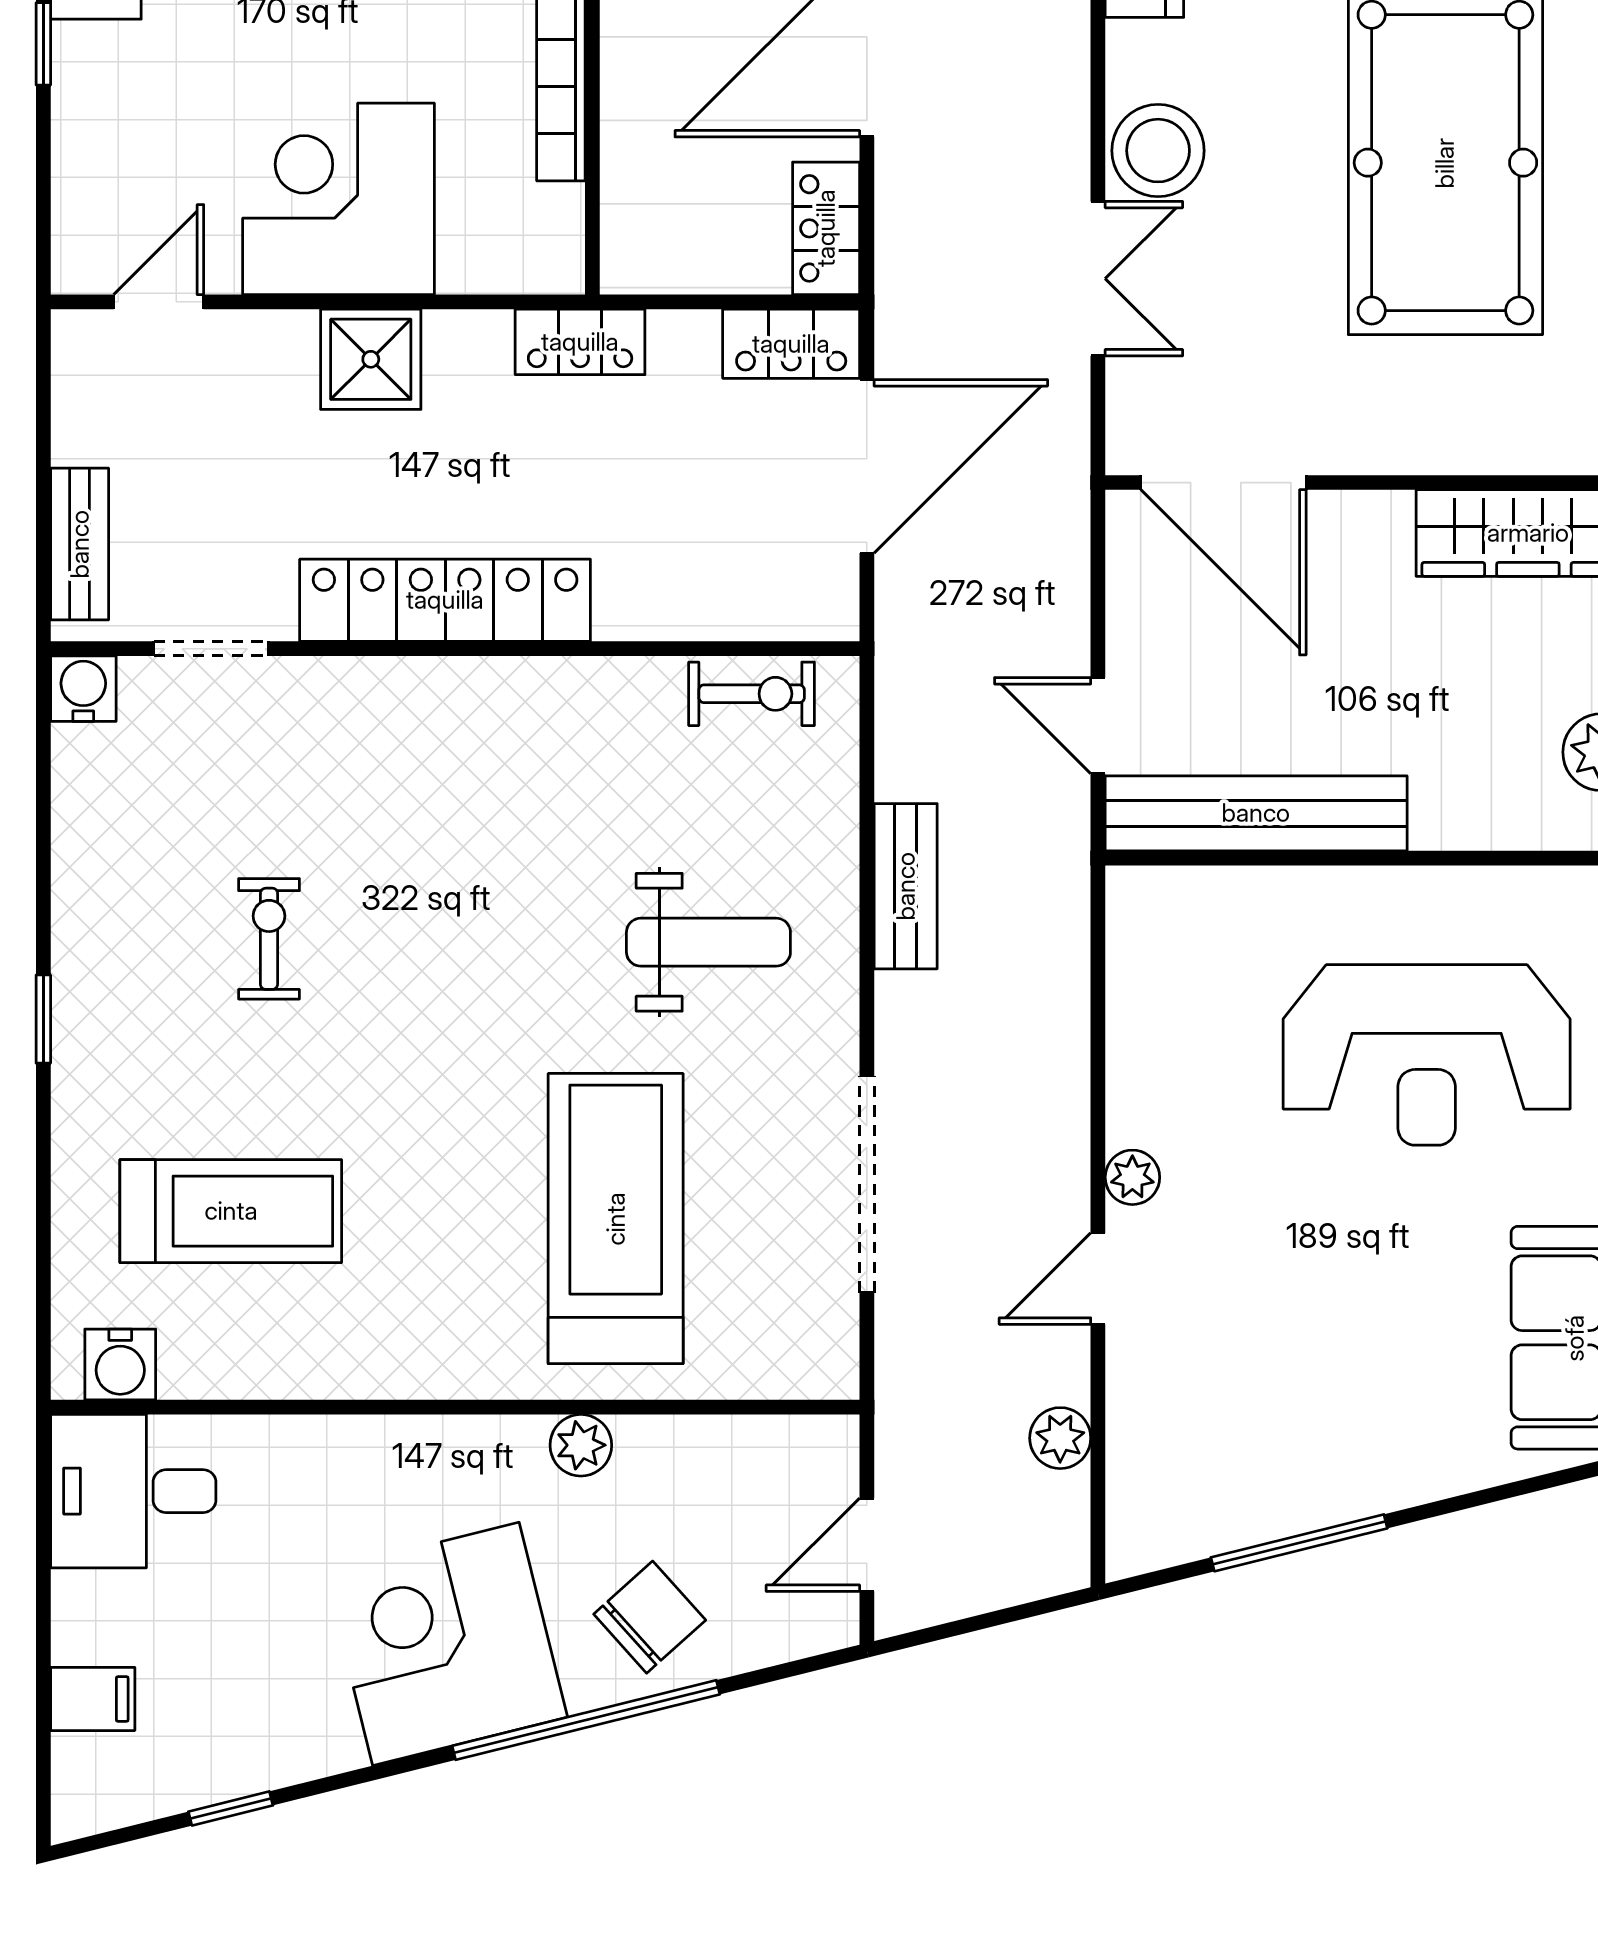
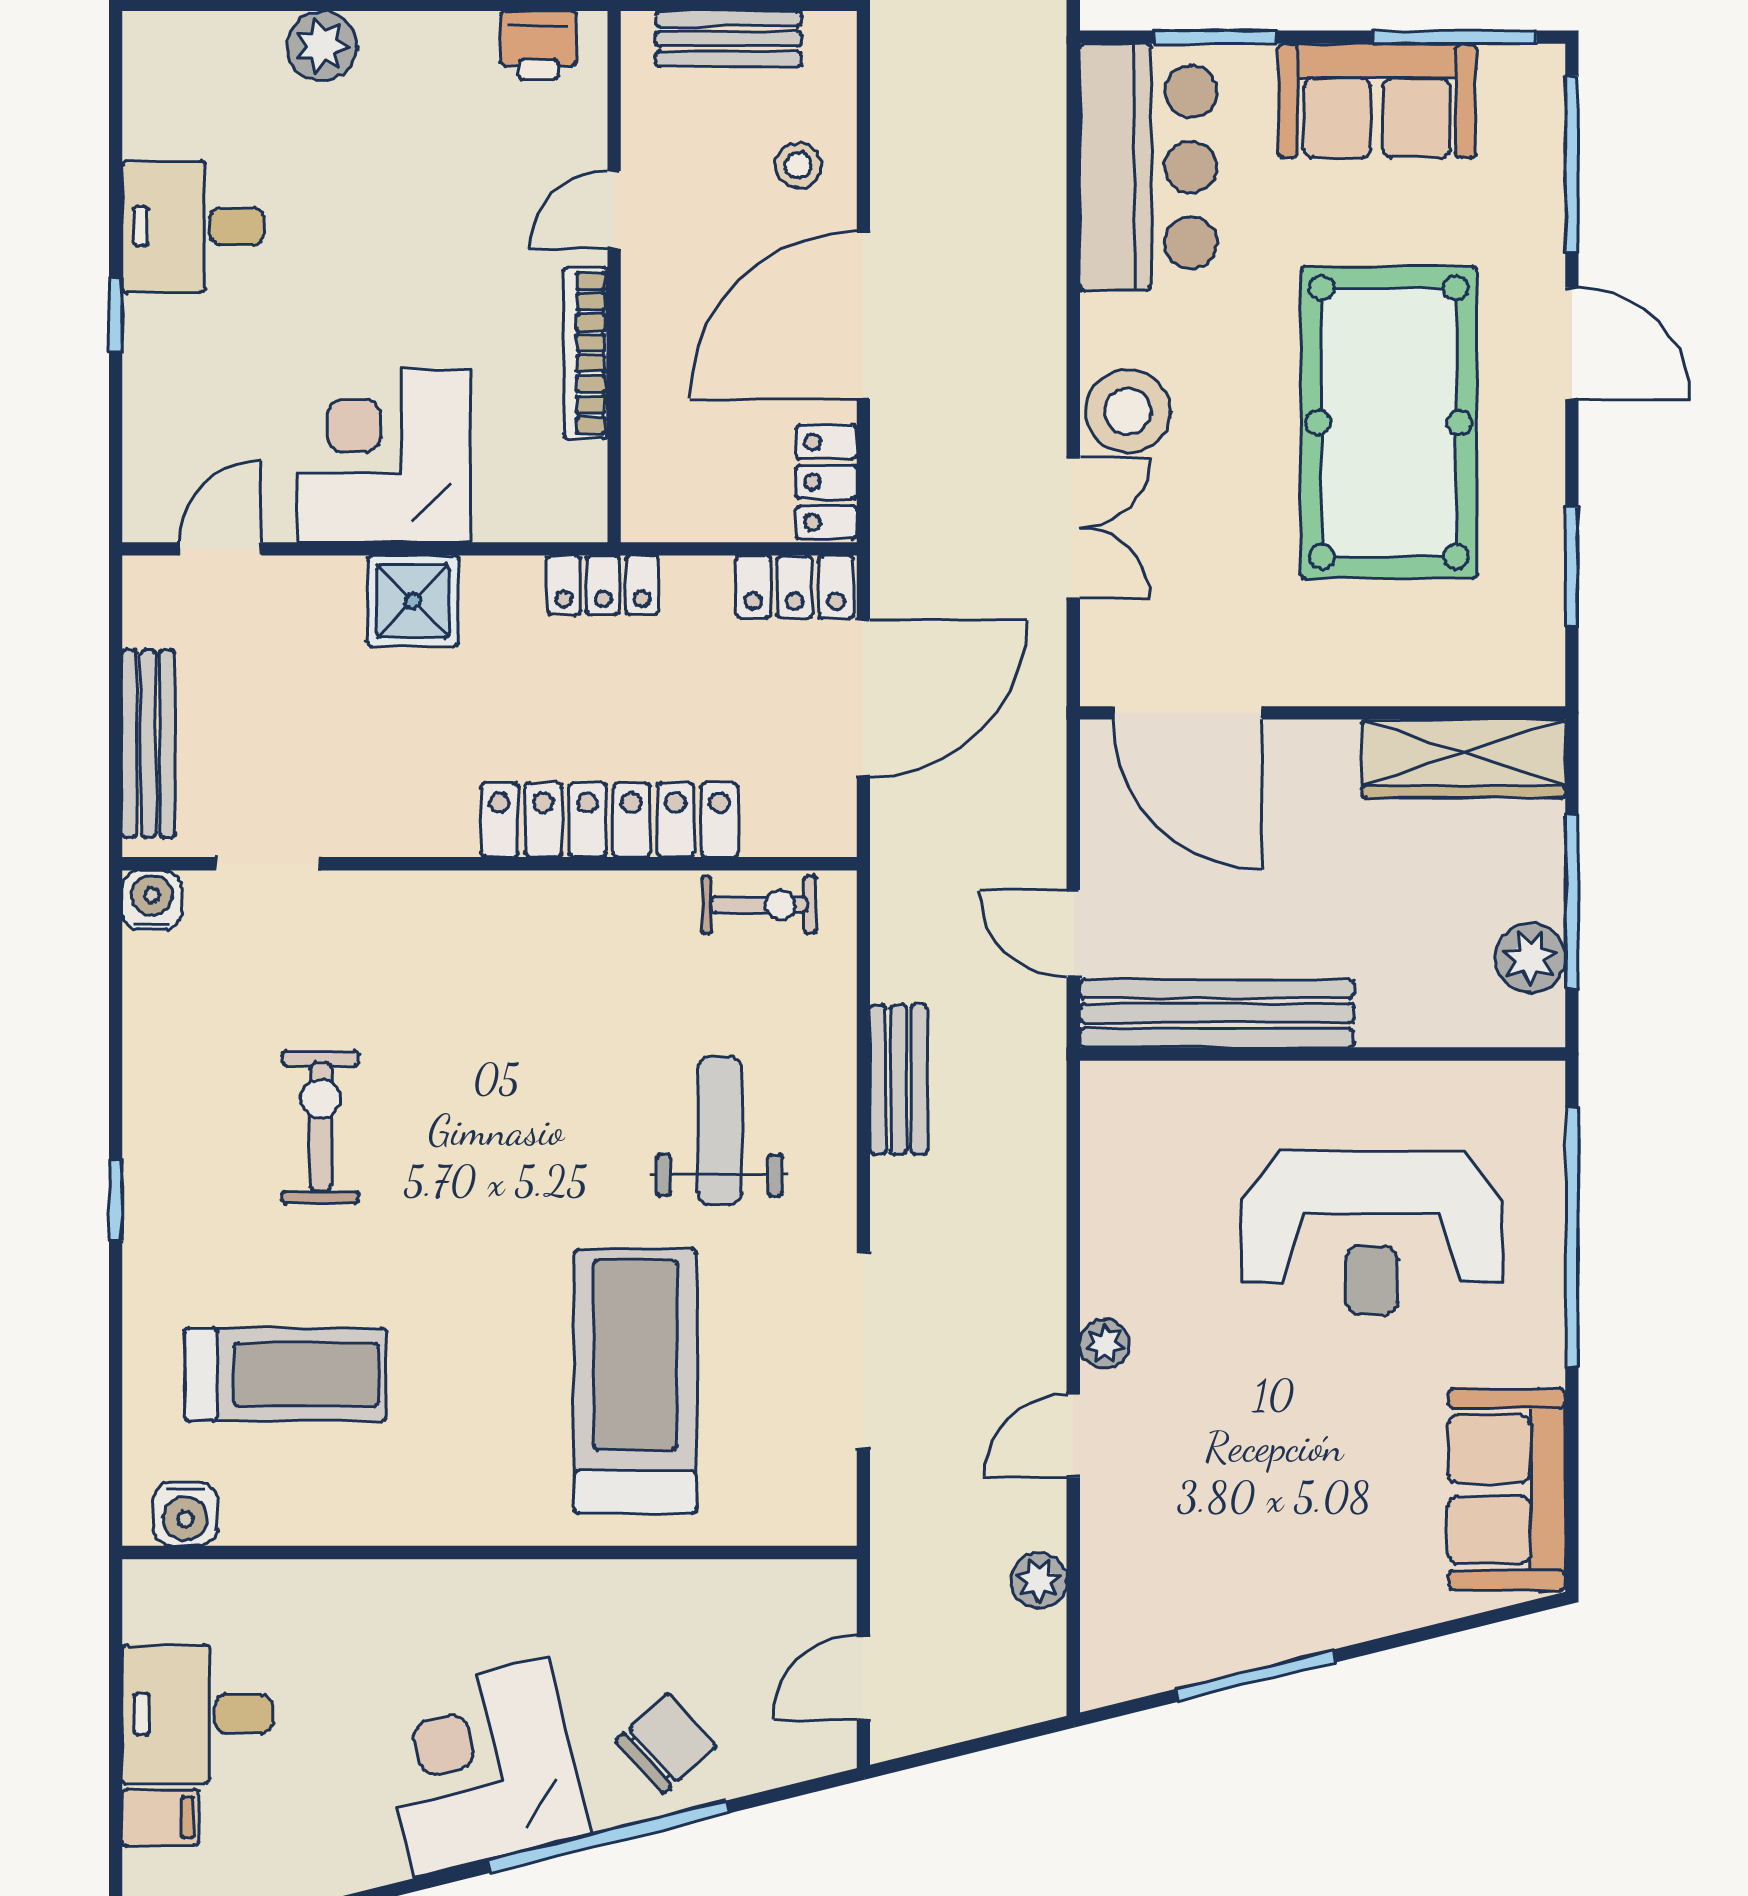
bench: (80, 544) -> (148, 744), width x1.36
locker: (445, 600) -> (609, 820), moved
exercise bike: (269, 939) -> (321, 1127), width x1.38, depth x1.39
weight bench: (708, 942) -> (720, 1130), turned -90
plant: (581, 1445) -> (604, 1587), removed
desk: (133, 1491) -> (197, 1714), moved

